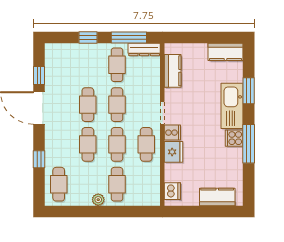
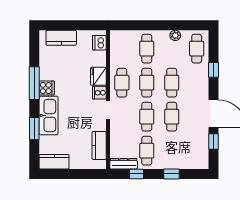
window: (129, 38) -> (137, 174), width x0.46
plant: (98, 200) -> (175, 35), moved

